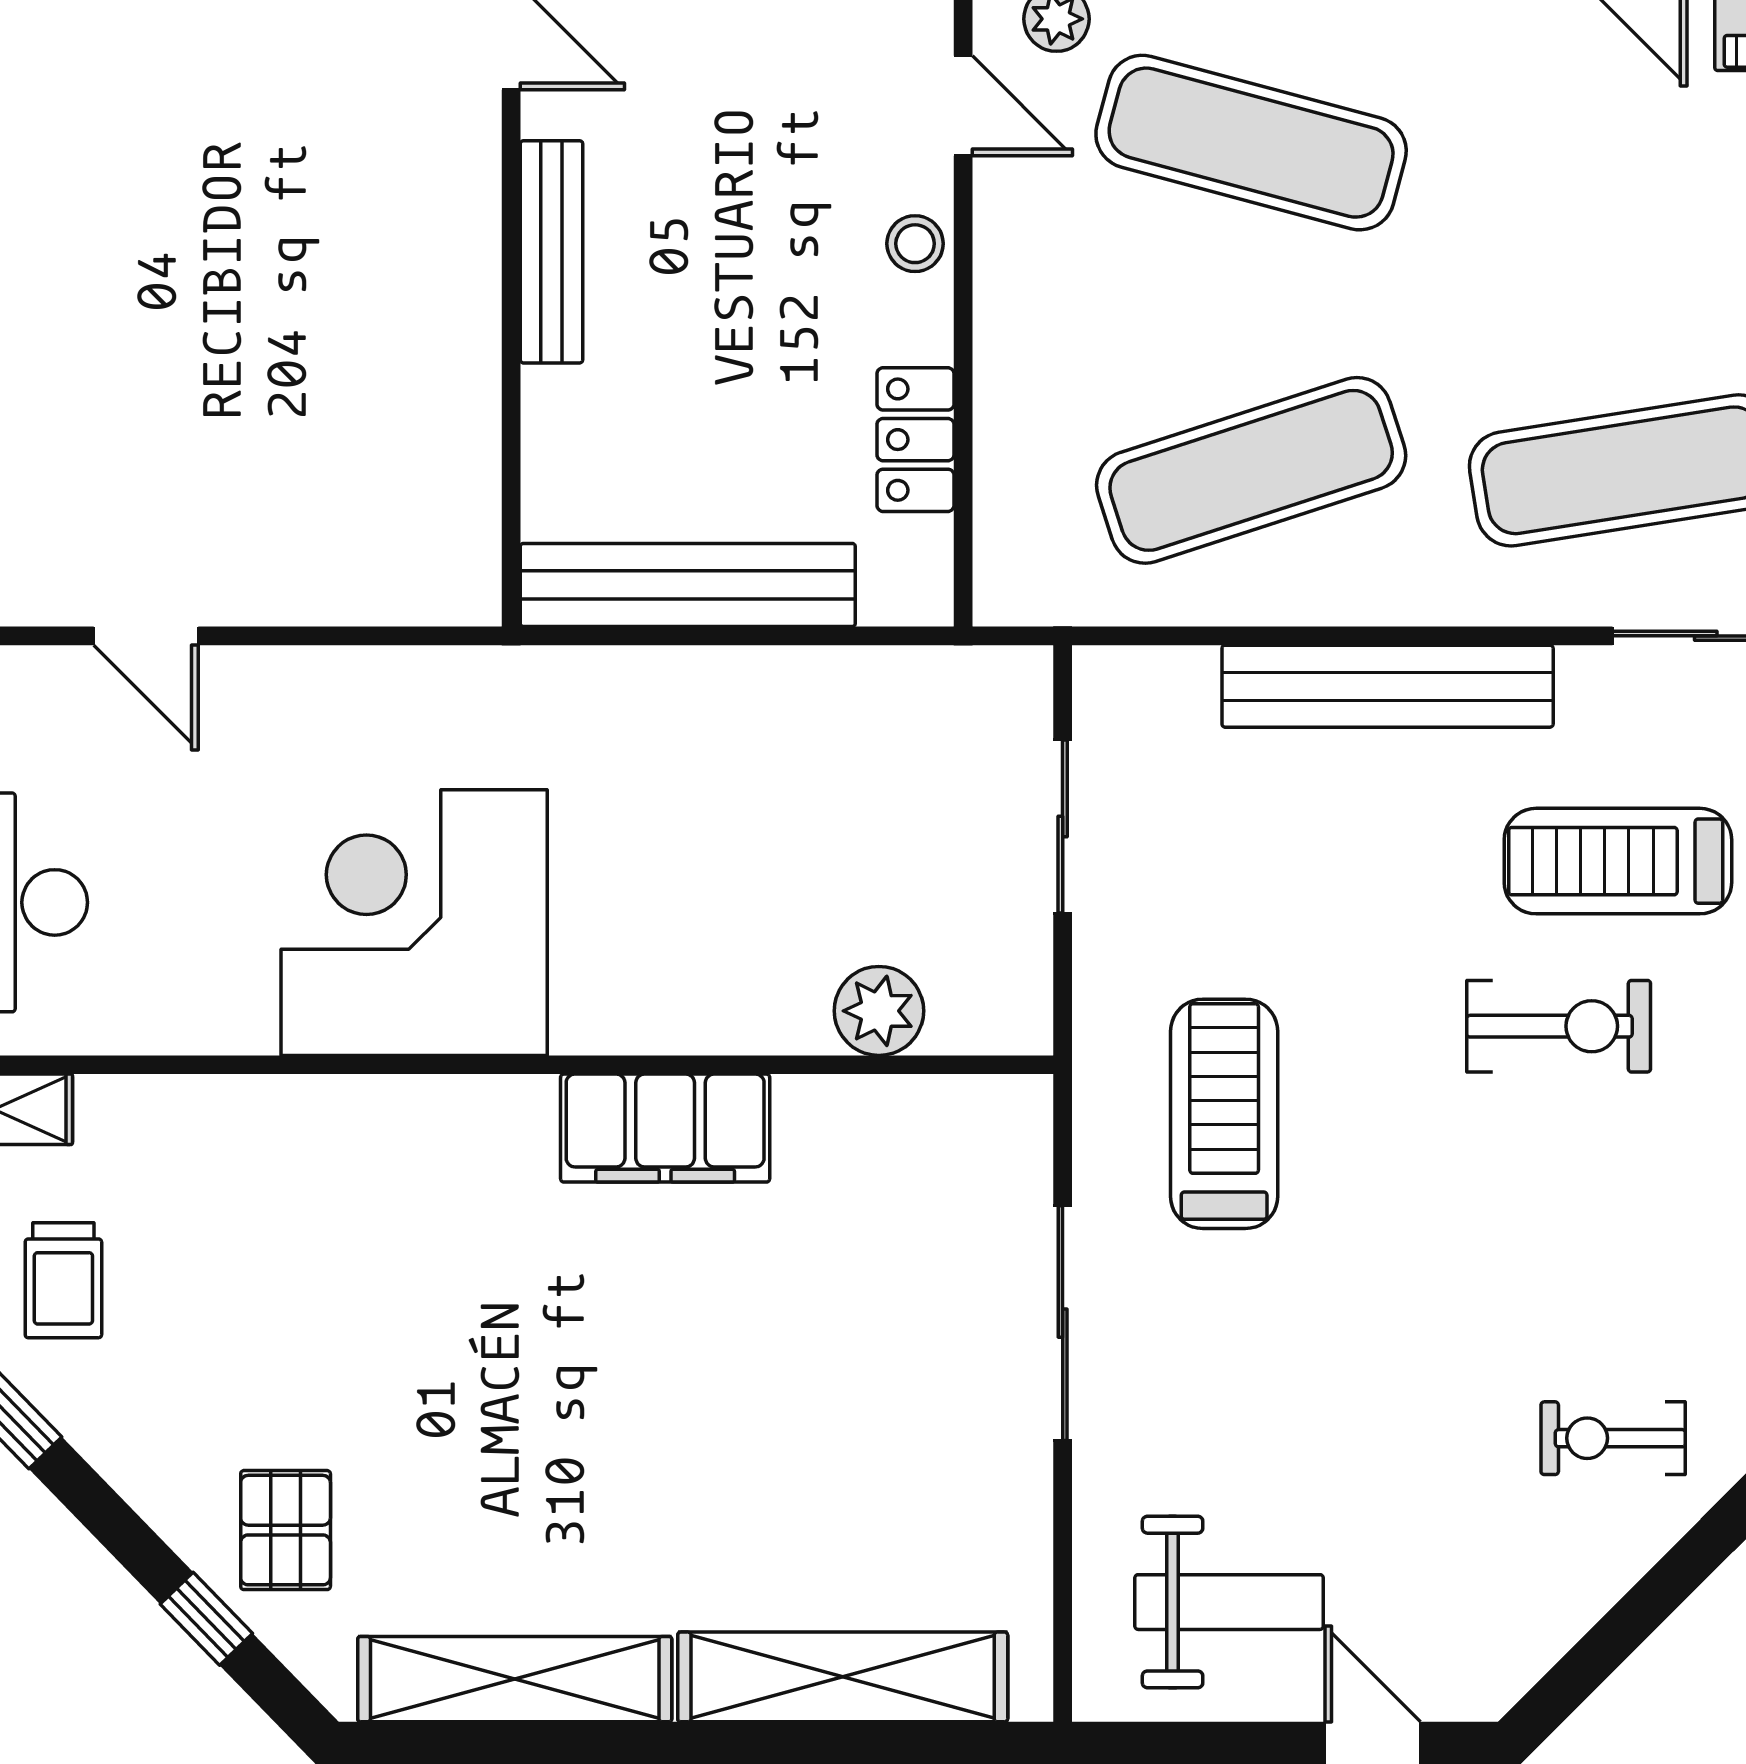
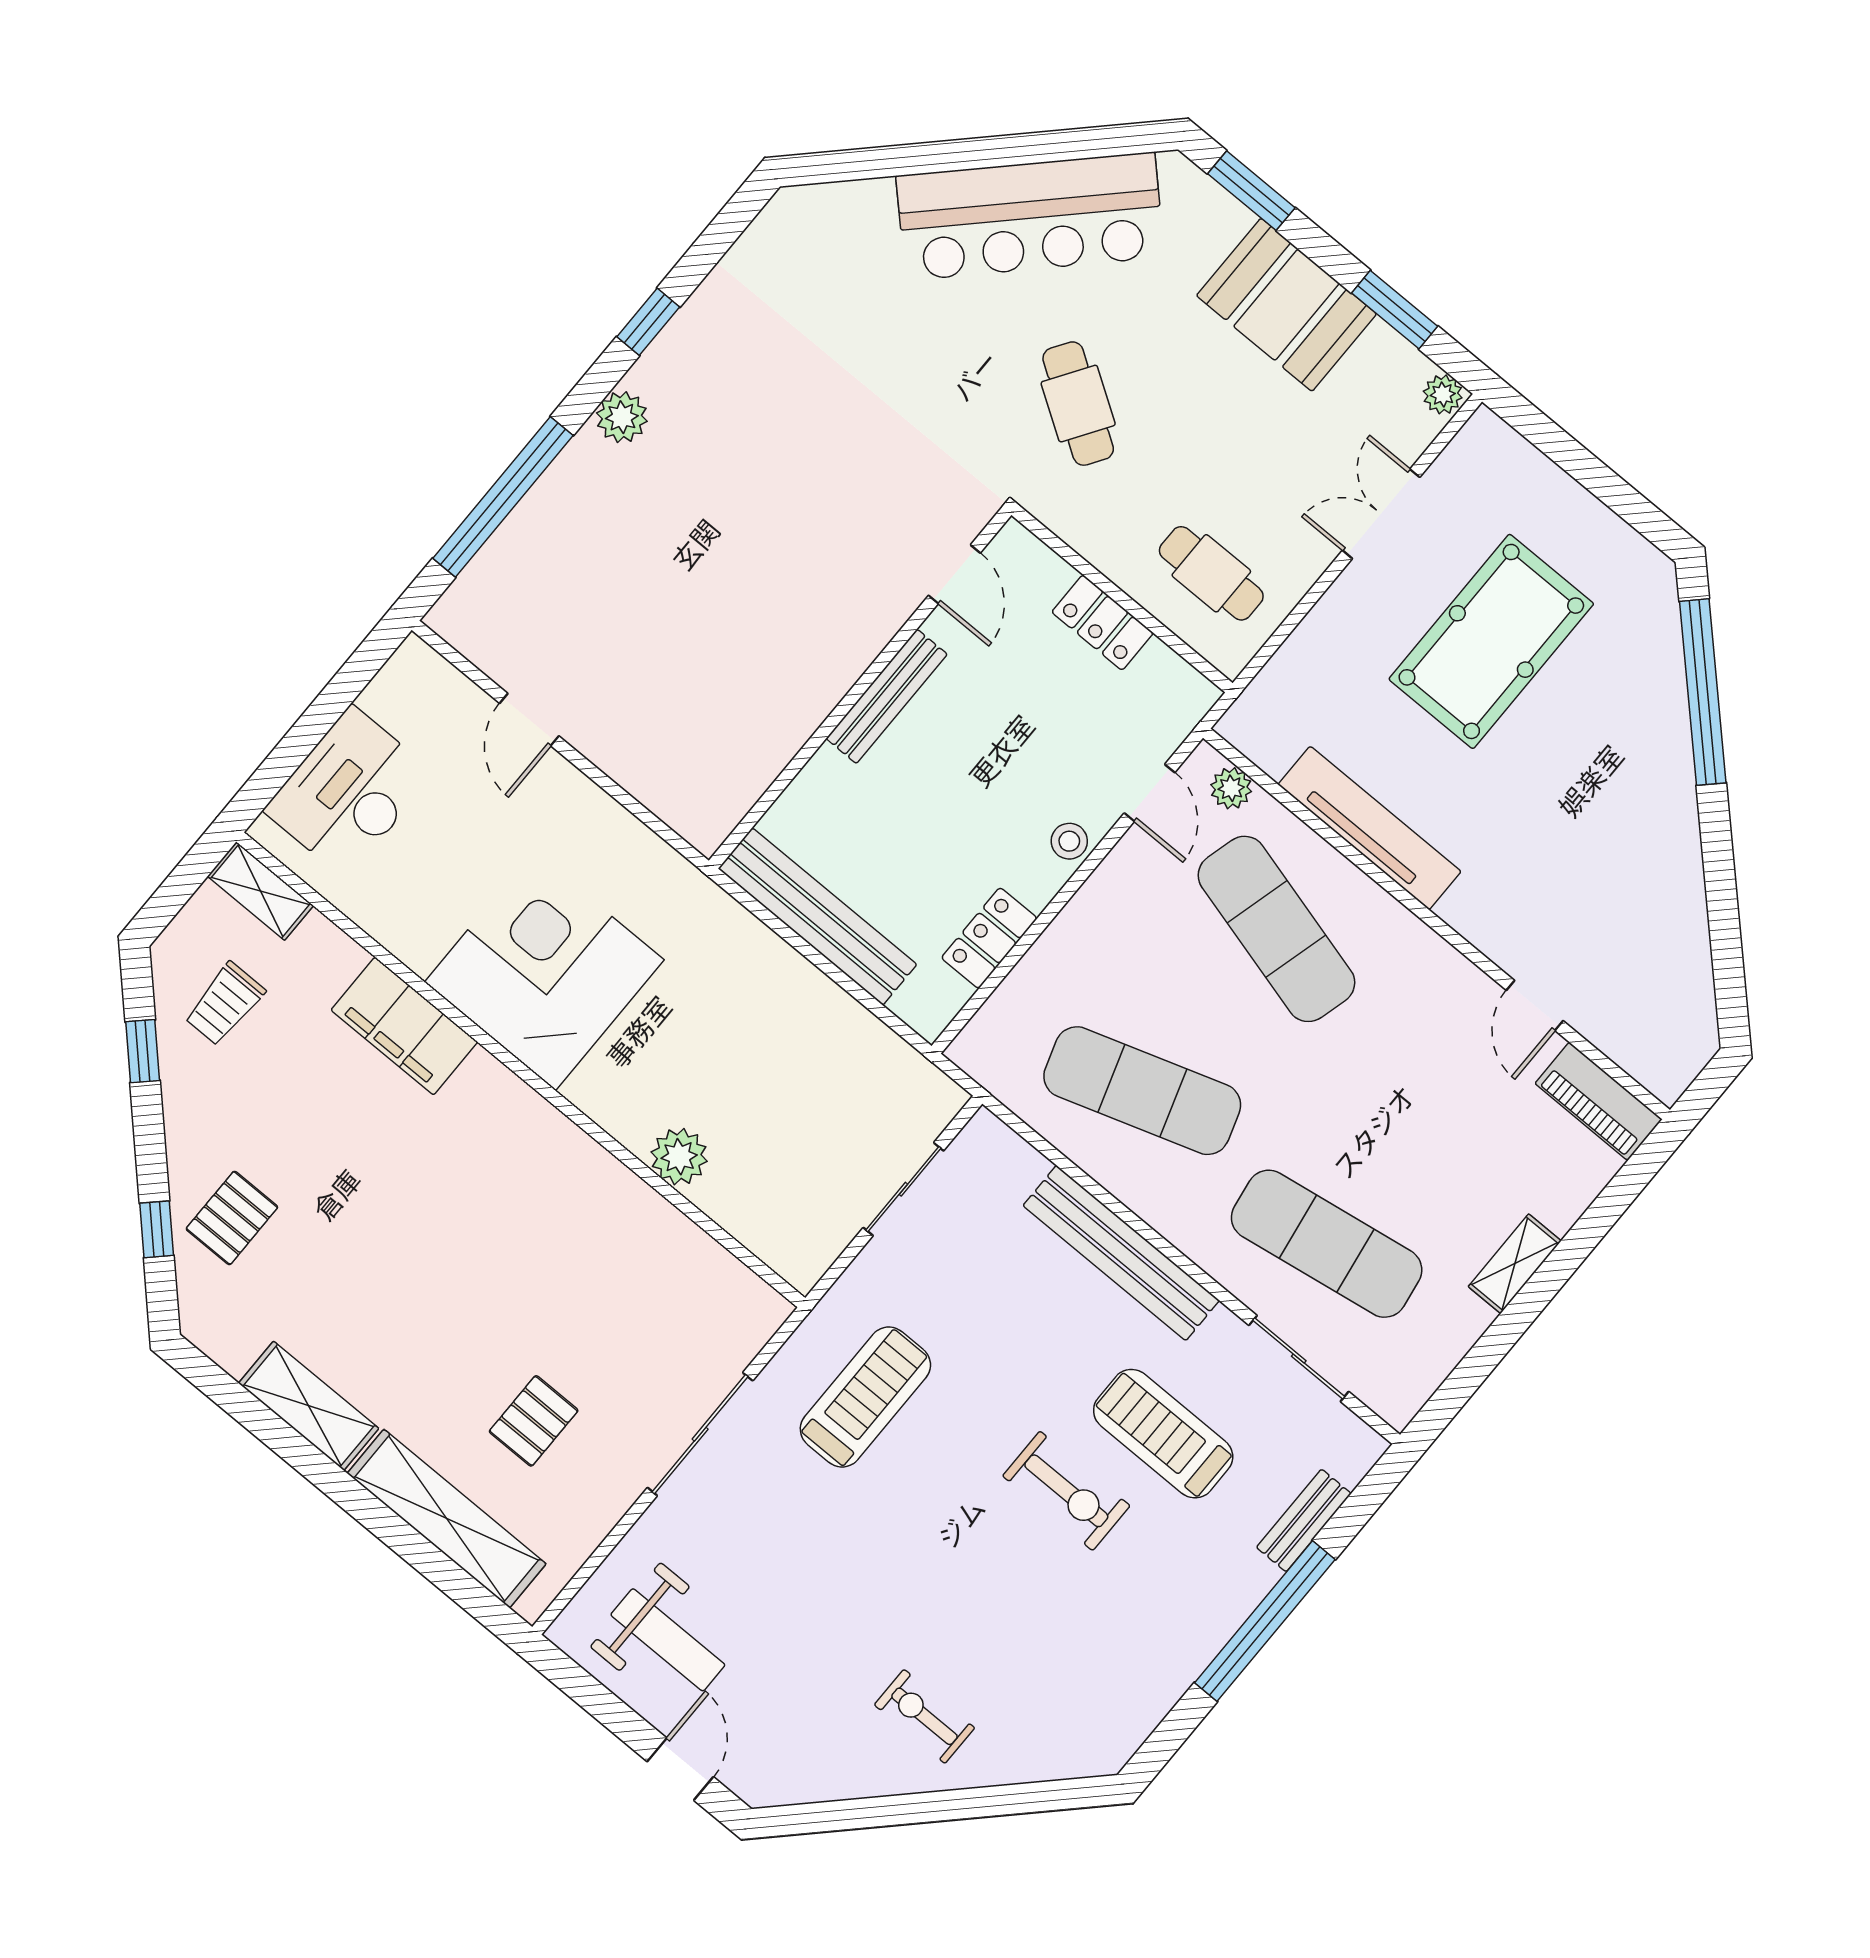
plant: (879, 1011) -> (679, 1157), moved
filing cabinet: (665, 1128) -> (404, 1026), moved
pallet: (850, 1473) -> (534, 1421), added
shelving: (515, 1679) -> (309, 1406), width x0.68

